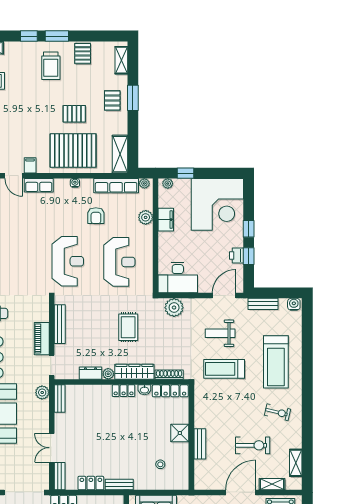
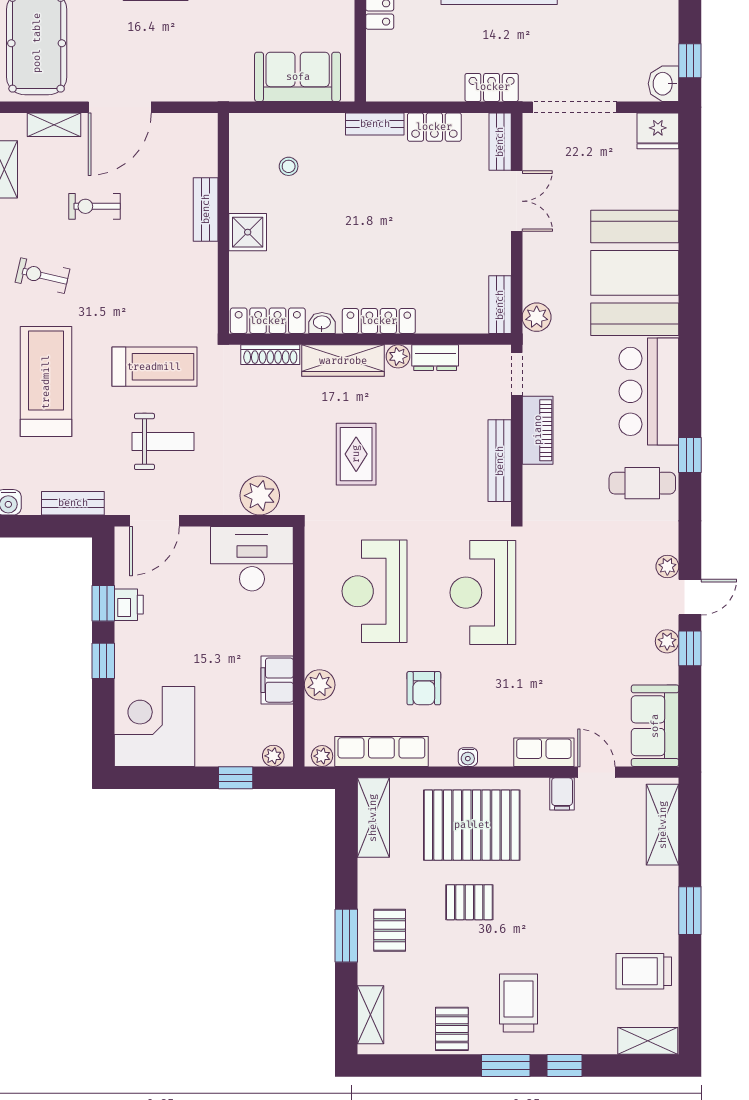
corner desk: (217, 204) -> (154, 726), width x0.74, depth x0.74
armchair: (96, 216) -> (424, 688), turned 180
locker: (124, 391) -> (379, 321), width x1.53
exercise bike: (253, 445) -> (95, 206), width x0.73, depth x0.72

